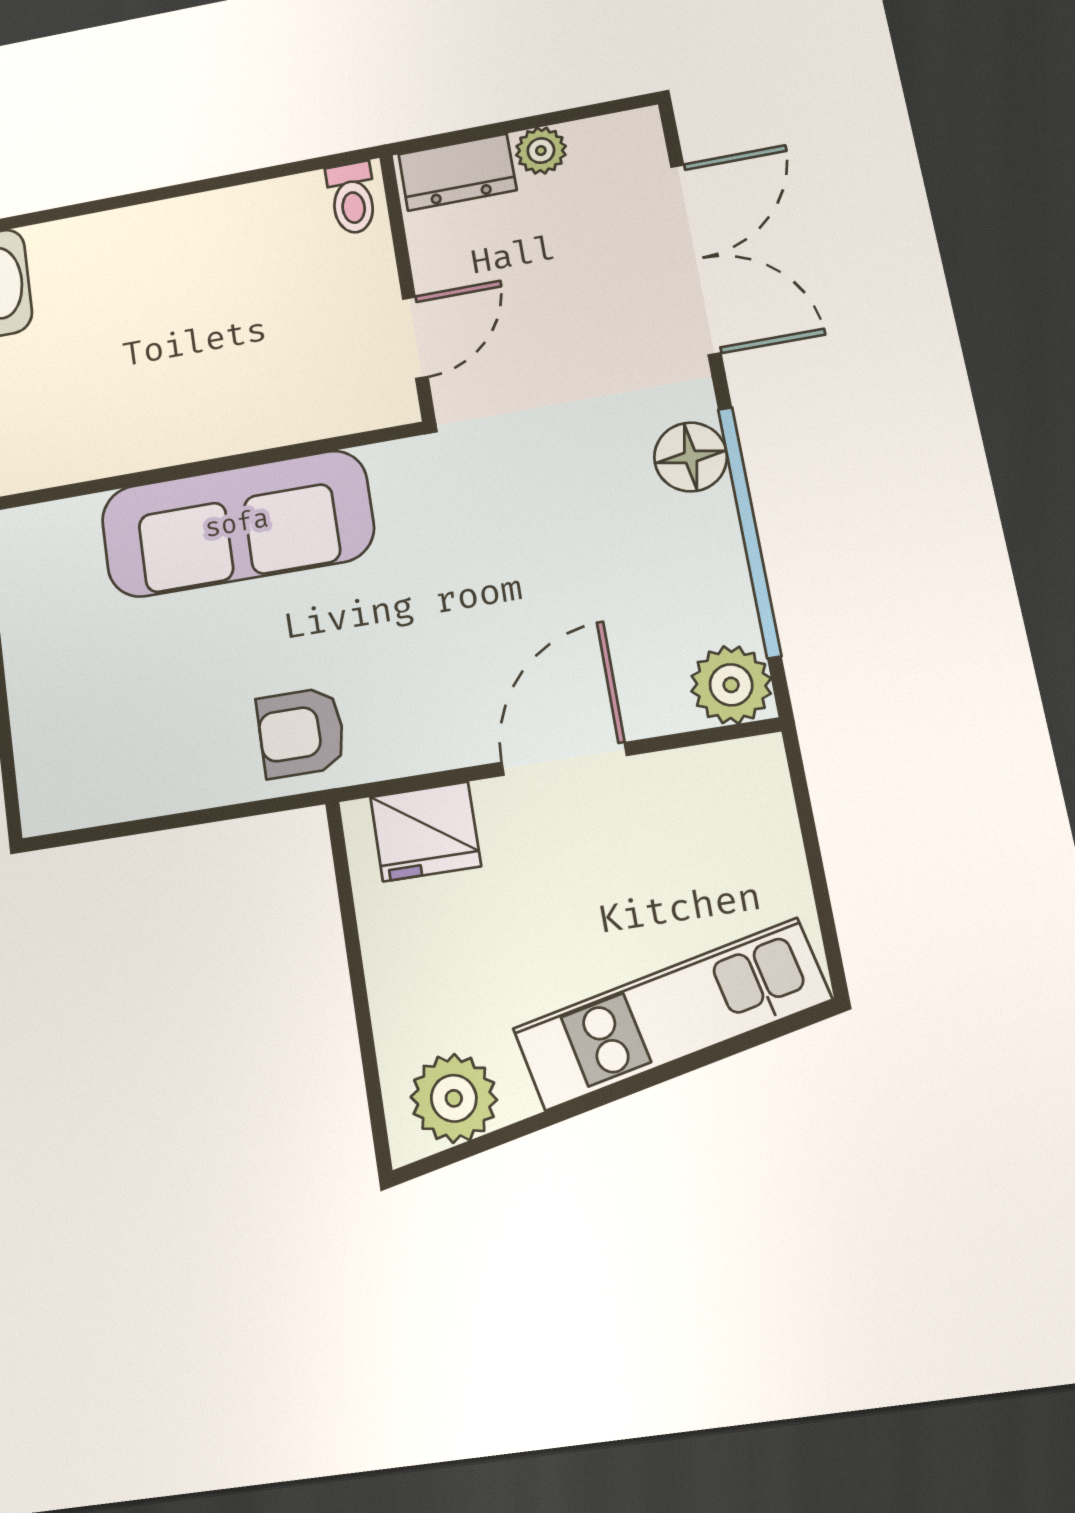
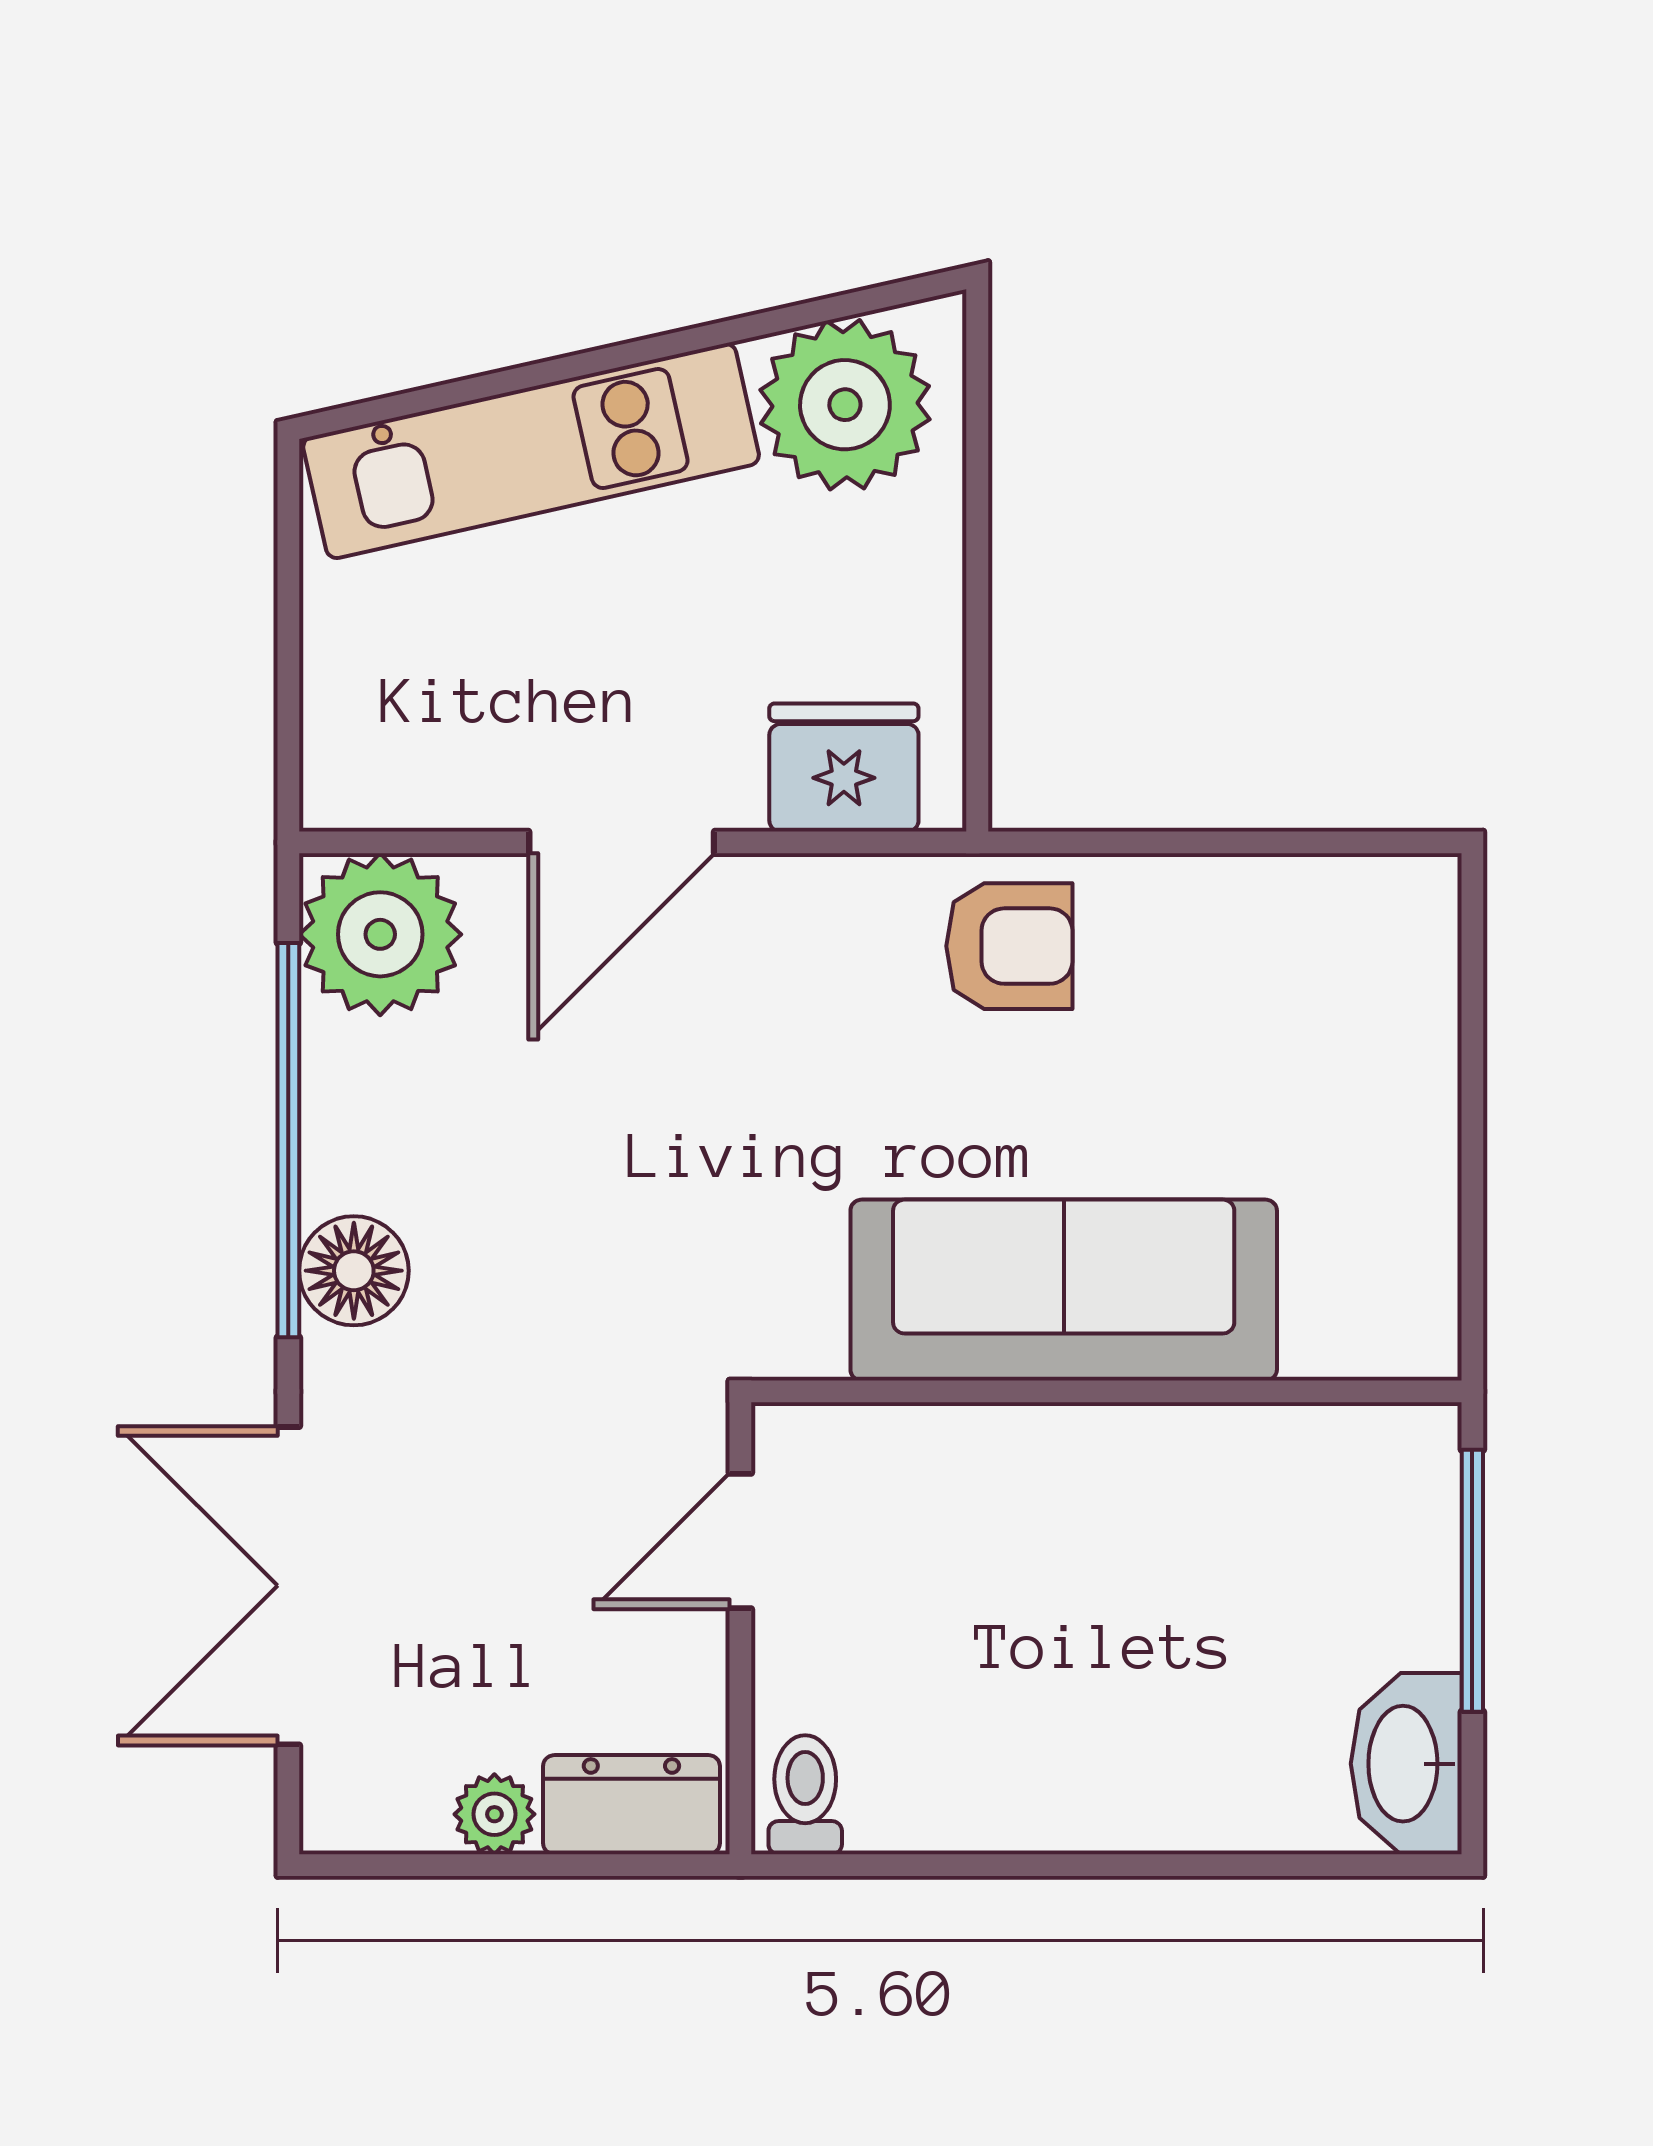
plant: (731, 685) -> (380, 934), width x1.36, depth x1.36
plant: (454, 1098) -> (845, 405), width x1.36, depth x1.36

